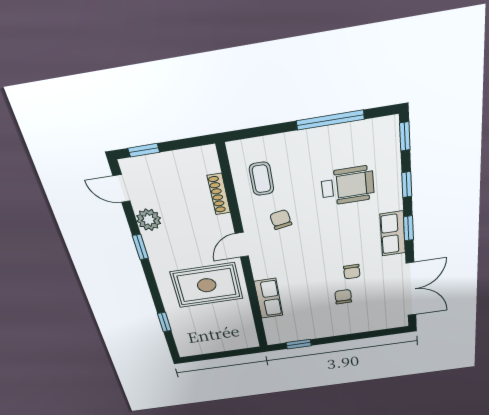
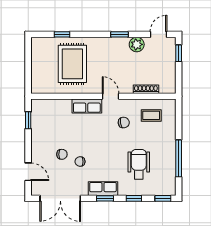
wheelchair: (348, 186) -> (139, 164), turned 180
rug: (207, 285) -> (72, 64), moved
row of seats: (269, 298) -> (87, 106), moved
door: (373, 334) -> (28, 172), added

